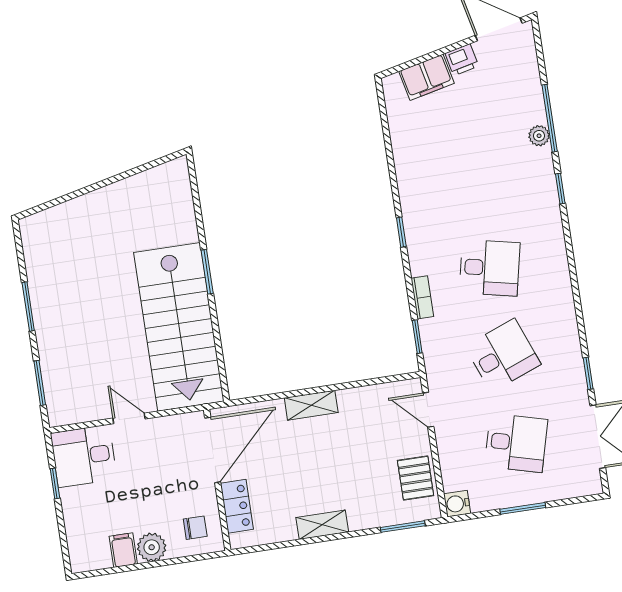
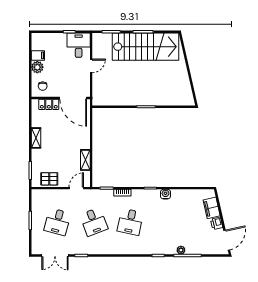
stairs: (179, 327) -> (146, 47), moved, turned 180
shelving: (311, 405) -> (85, 160), moved
water cooler: (457, 504) -> (165, 194), moved

